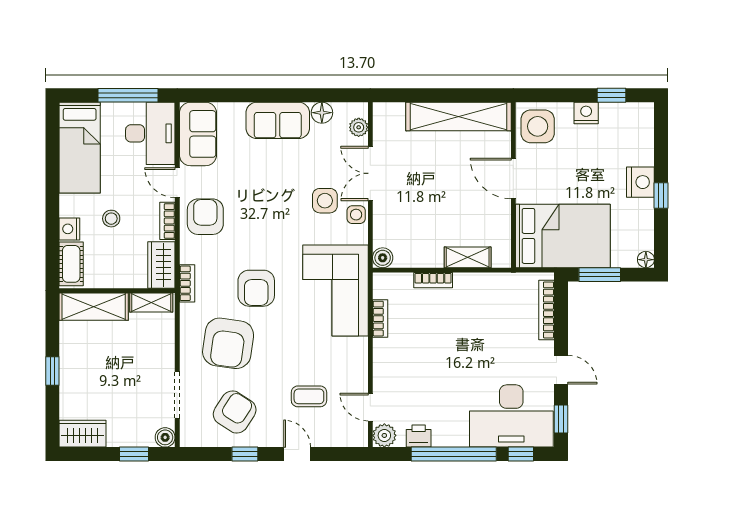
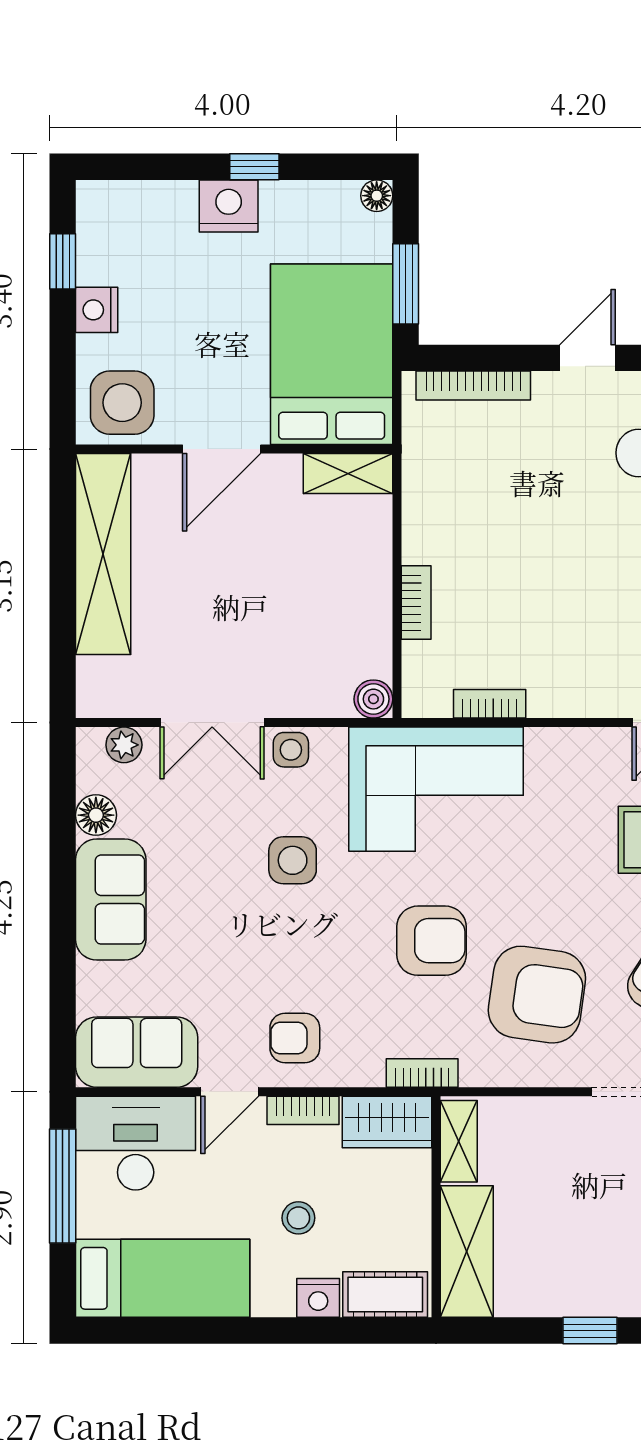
side table: (325, 201) -> (293, 860), moved
armchair: (205, 217) -> (295, 1038), width x0.72, depth x0.72
shelving: (468, 257) -> (348, 473), moved, turned 90

